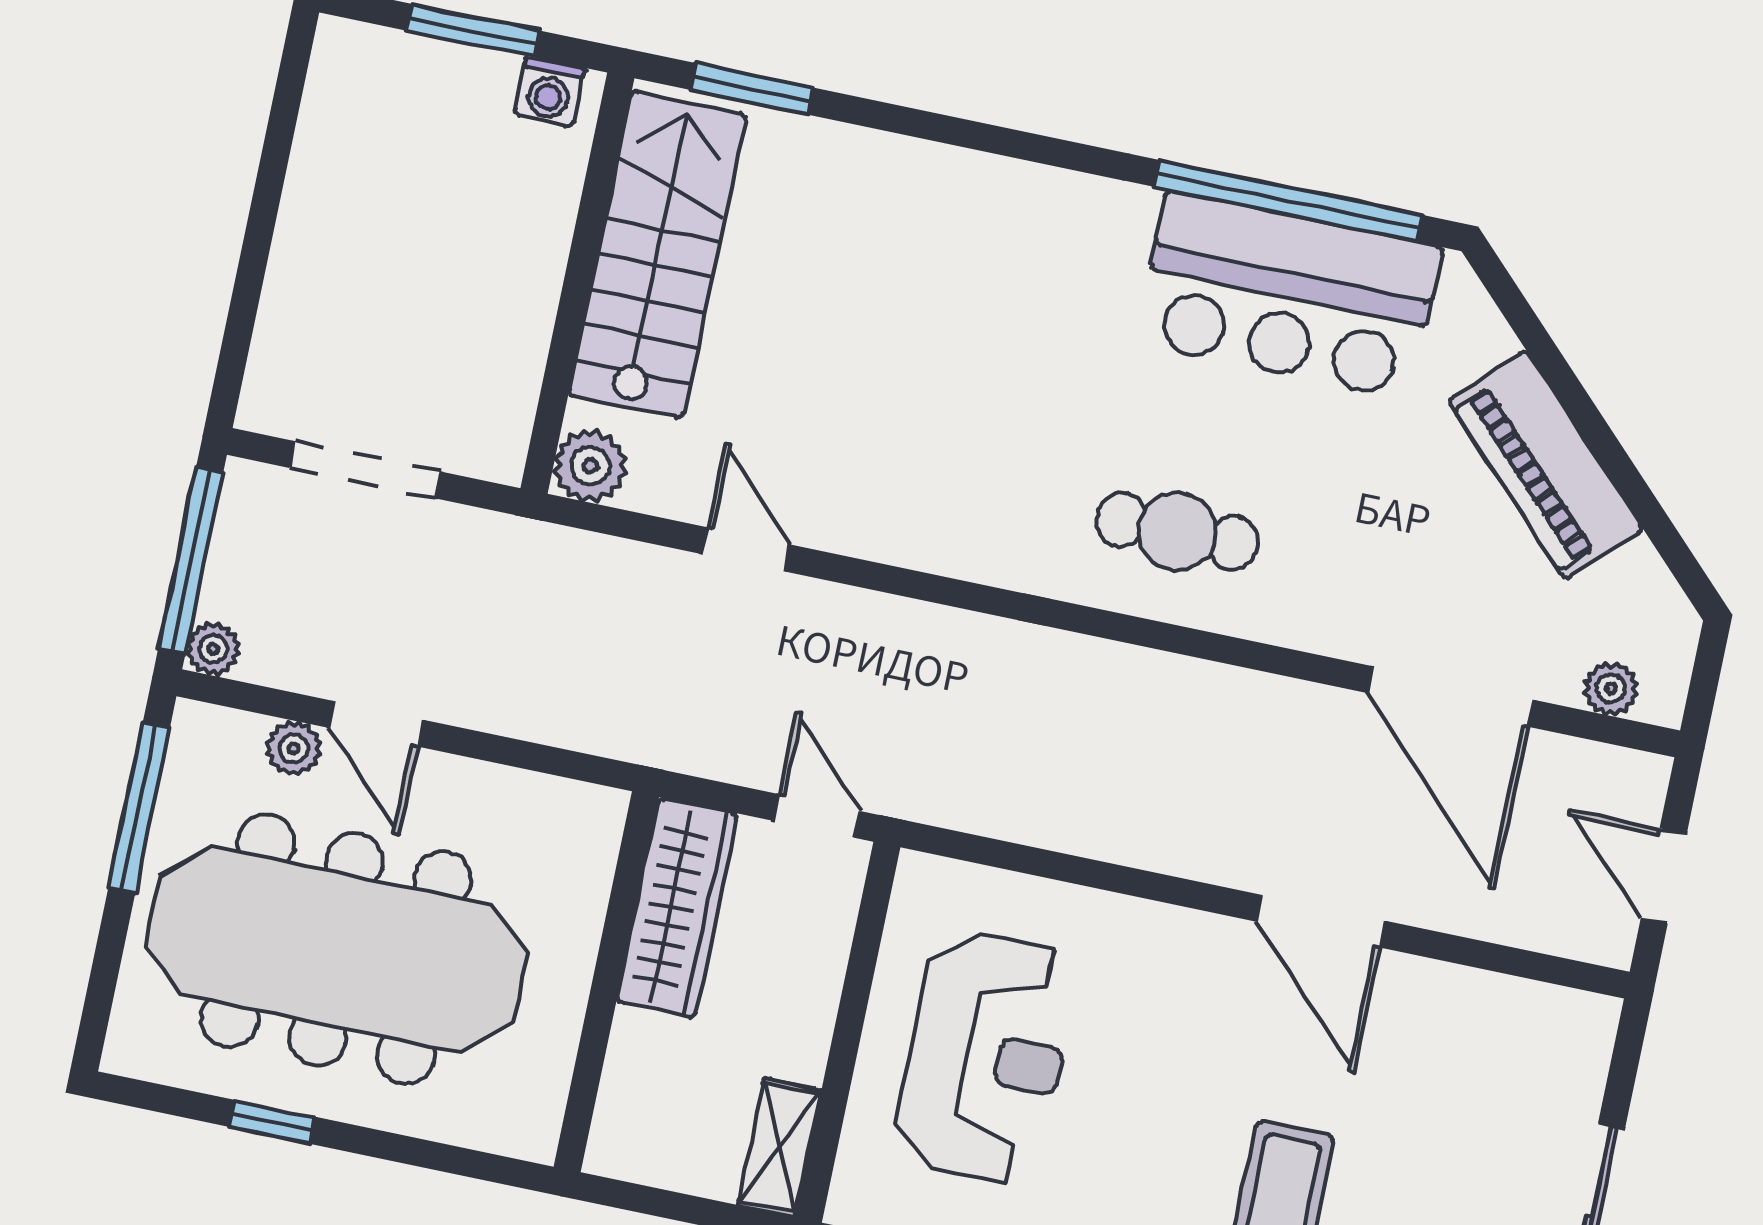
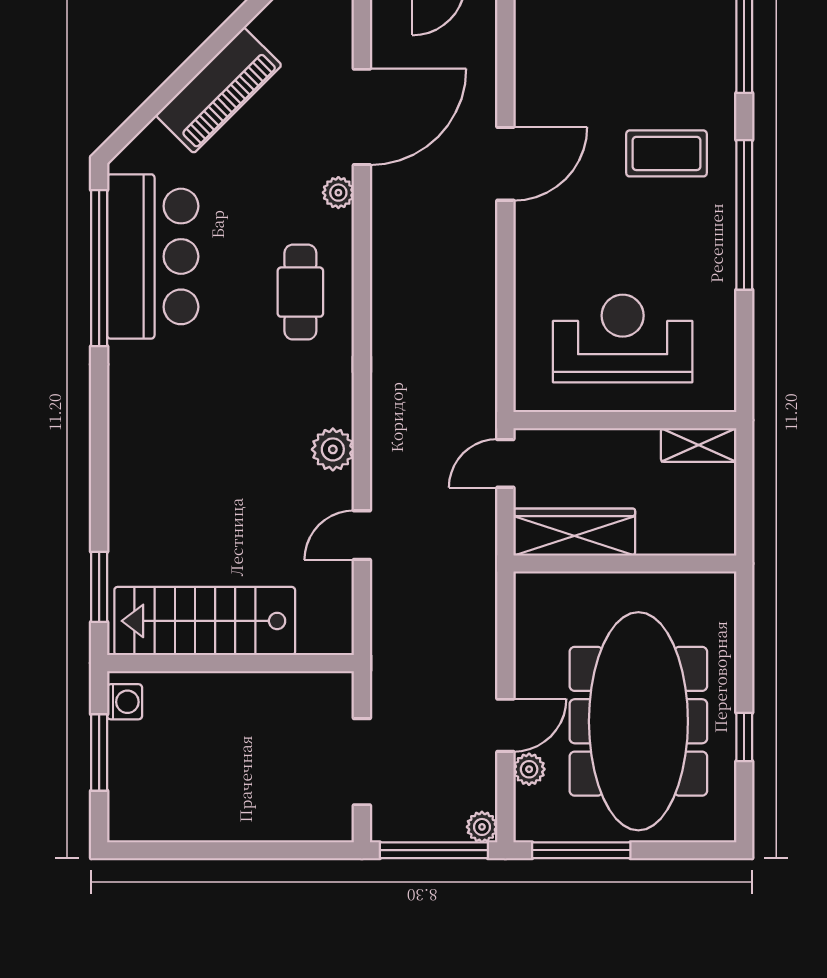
plant: (590, 466) -> (333, 449), moved
plant: (1611, 689) -> (338, 193), moved

